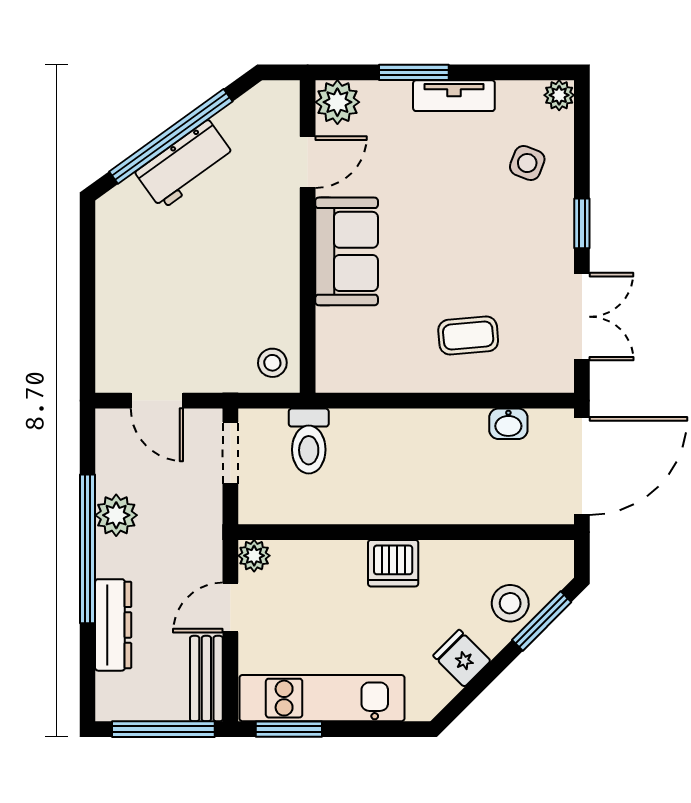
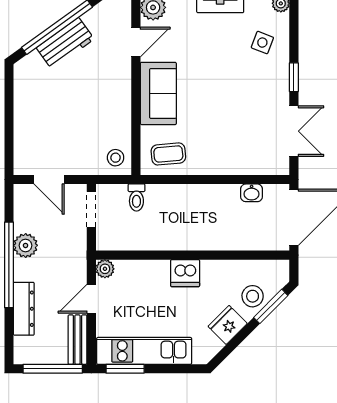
coffee table: (468, 336) -> (168, 154), moved
toilet: (309, 441) -> (136, 198), width x0.73, depth x0.72
fridge: (462, 658) -> (228, 325), width x1.38

